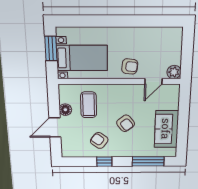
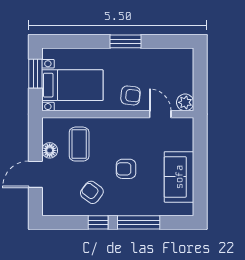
window: (126, 21) -> (126, 41), added
door: (153, 81) -> (160, 114), swing flipped
armchair: (126, 123) -> (126, 169), turned 128
window: (148, 161) -> (139, 222), moved

